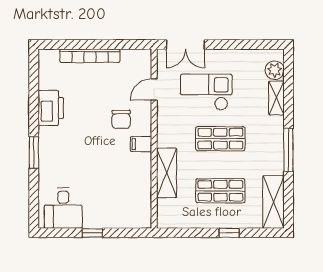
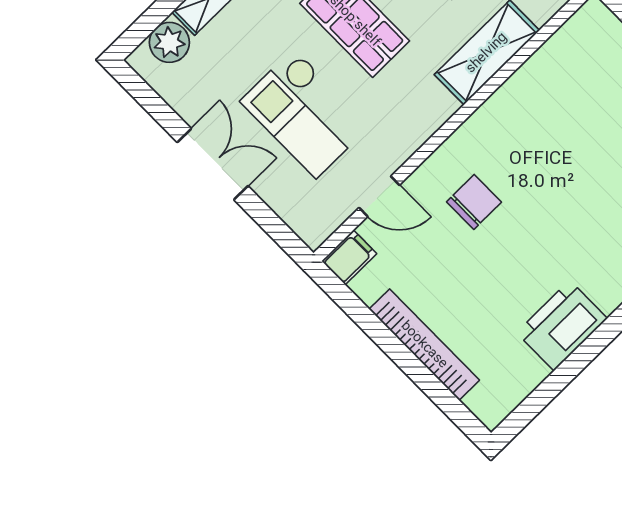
double door: (186, 45) -> (213, 164), moved
filing cabinet: (141, 144) -> (349, 257), moved, turned -90

